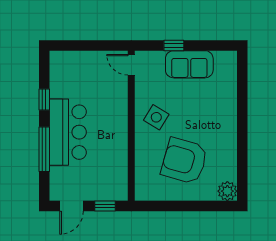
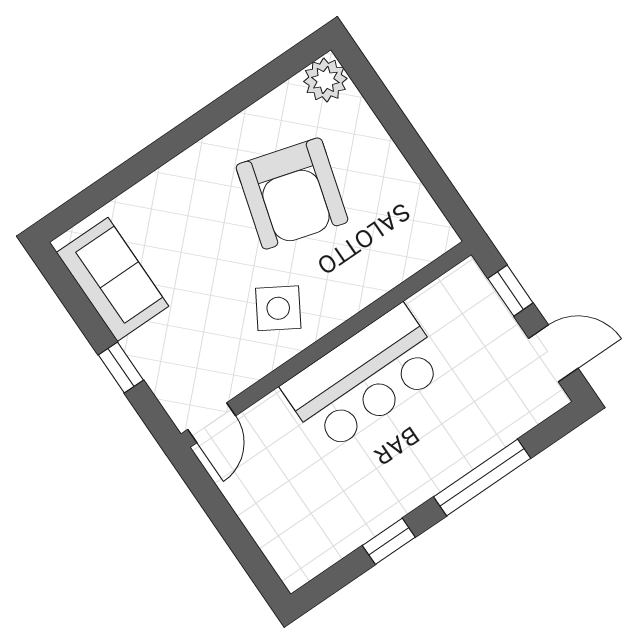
sofa: (189, 64) -> (113, 279), moved
bar counter: (68, 132) -> (364, 378), moved, turned 180
armchair: (184, 161) -> (292, 194), moved

